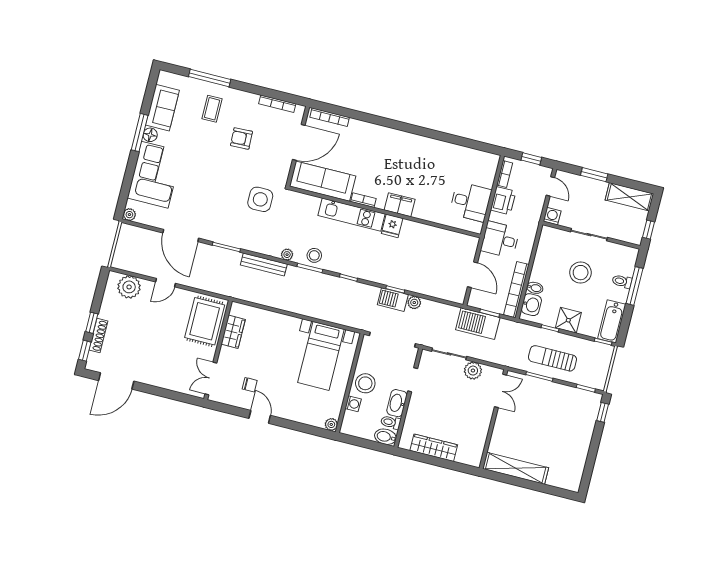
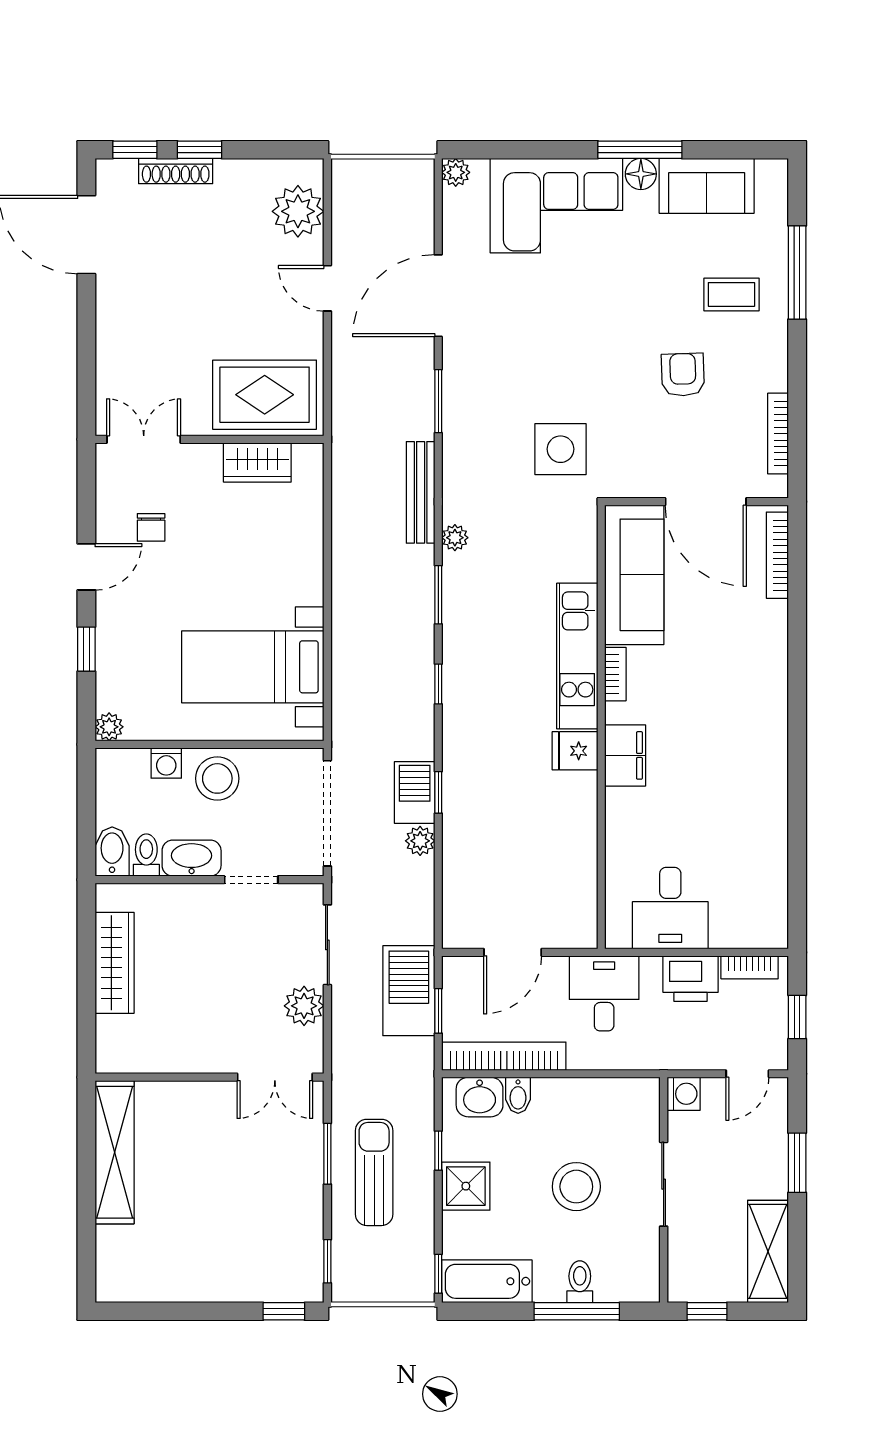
stool: (314, 255) -> (468, 597), removed
window: (295, 426) -> (86, 649), added

